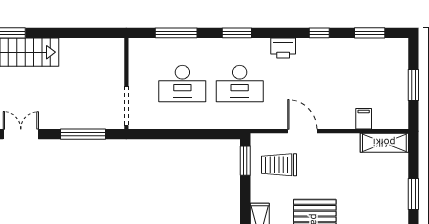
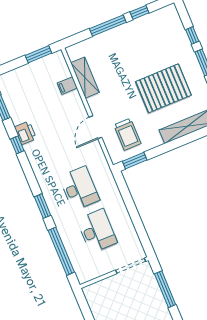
window: (176, 33) -> (61, 251), width x1.46
printer: (283, 48) -> (25, 133), moved
window: (413, 85) -> (38, 54), moved
shelving: (384, 143) -> (85, 78), moved
window: (413, 194) -> (108, 25), width x1.44

